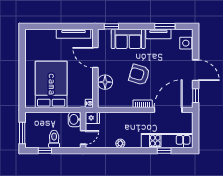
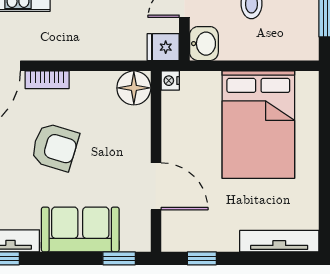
window: (76, 26) -> (202, 258), added
tv unit: (74, 34) -> (279, 241), moved
floor lamp: (105, 82) -> (134, 88), moved

